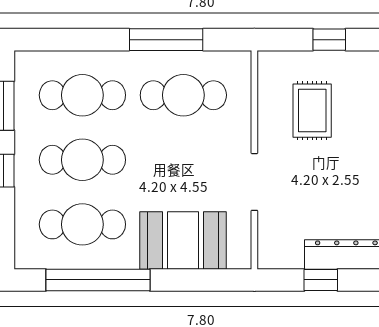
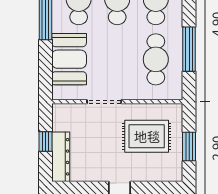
window: (329, 40) -> (189, 147), width x1.50
rug: (312, 111) -> (147, 136), width x1.36, depth x1.43

